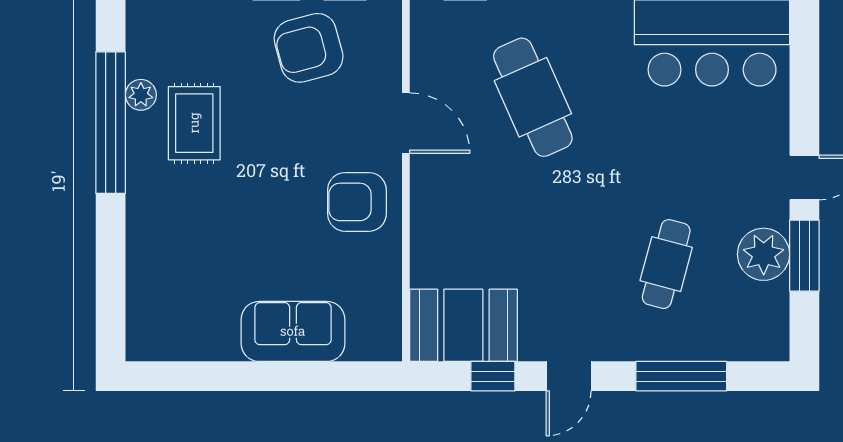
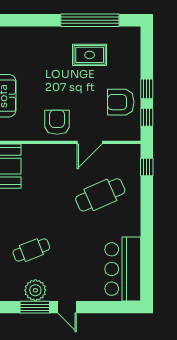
armchair: (309, 48) -> (121, 102), turned -75
plant: (141, 95) -> (101, 33), removed
cafe table: (666, 264) -> (31, 250), turned -36

